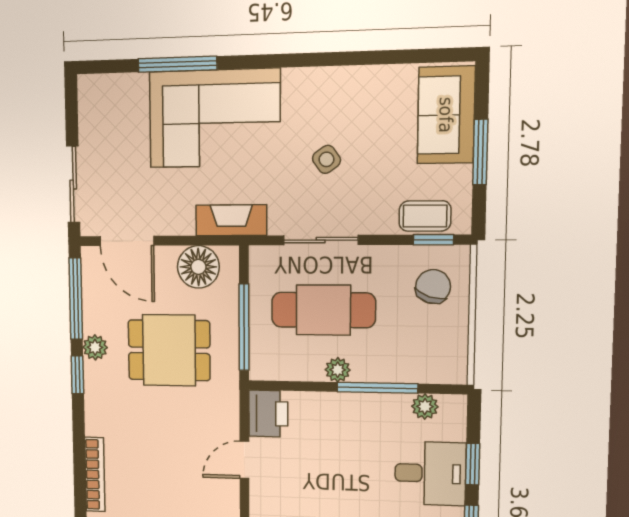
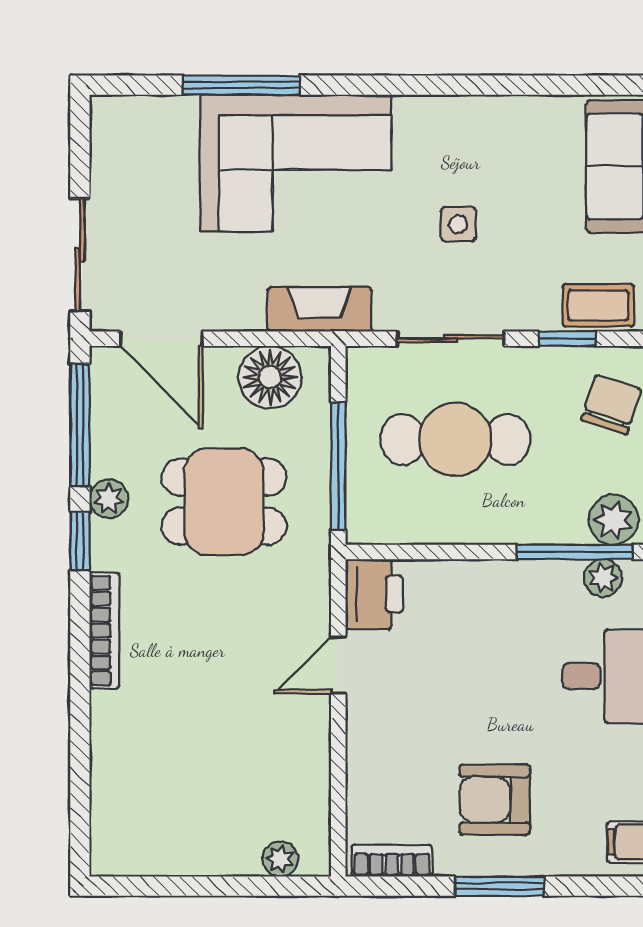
side table: (326, 159) -> (458, 224), turned 35
window: (433, 240) -> (567, 339), moved
plant: (338, 370) -> (613, 520), moved, width x1.38, depth x1.38
window: (377, 388) -> (575, 552), moved
bookcase: (95, 474) -> (104, 631), moved

